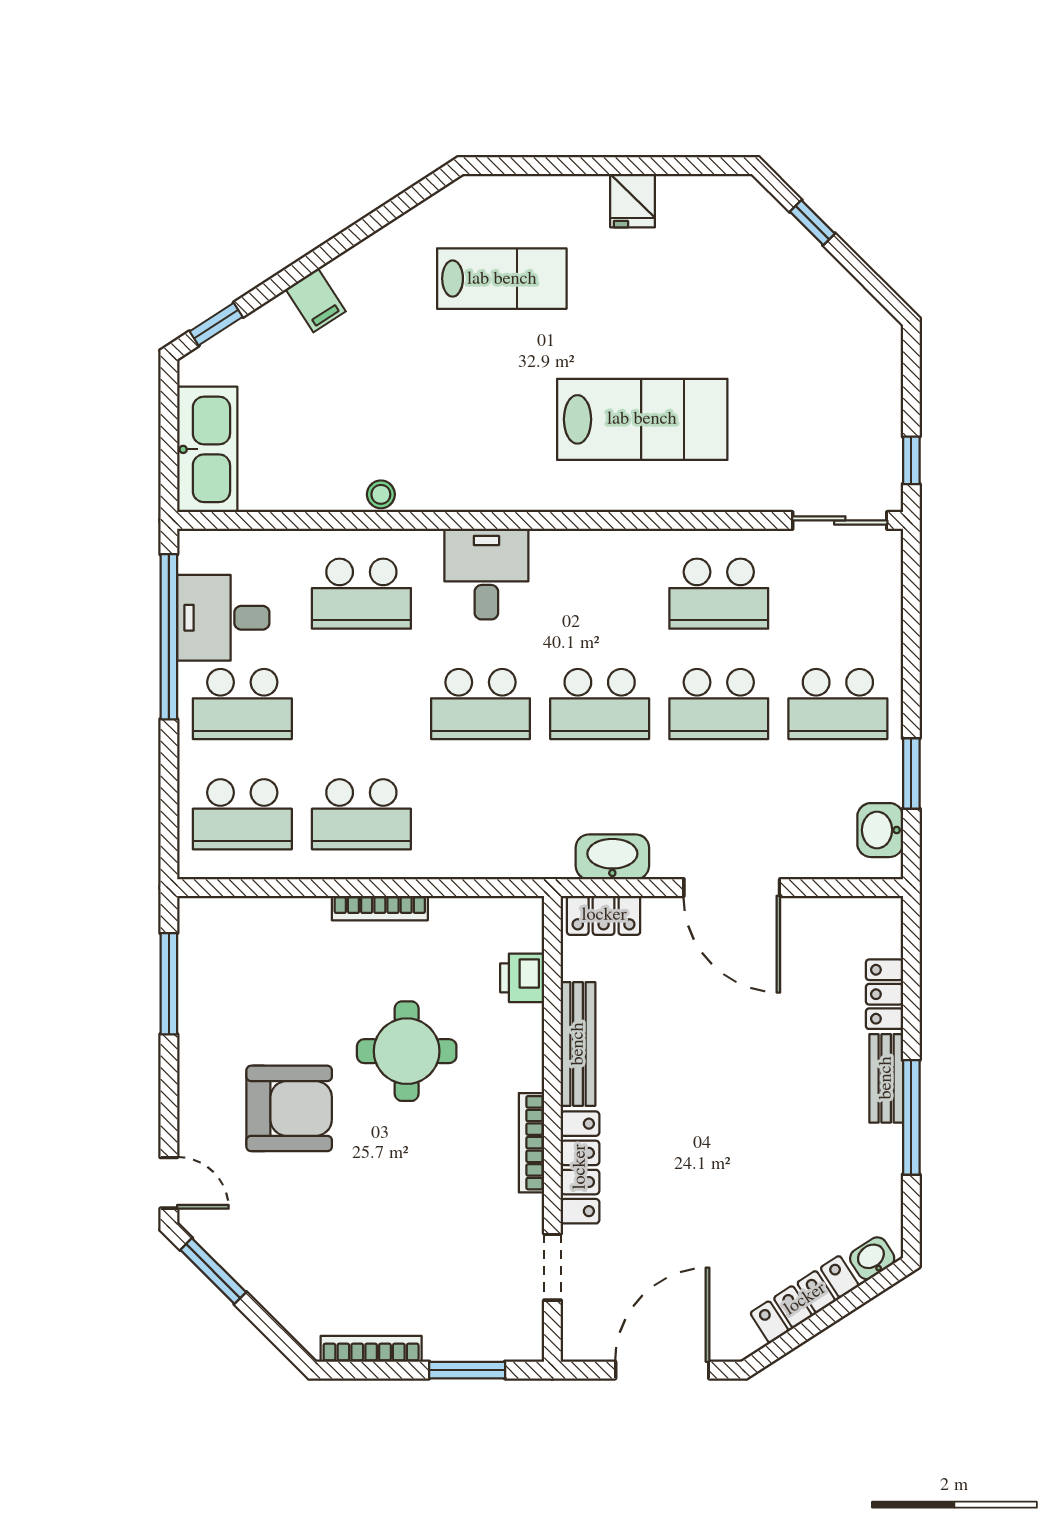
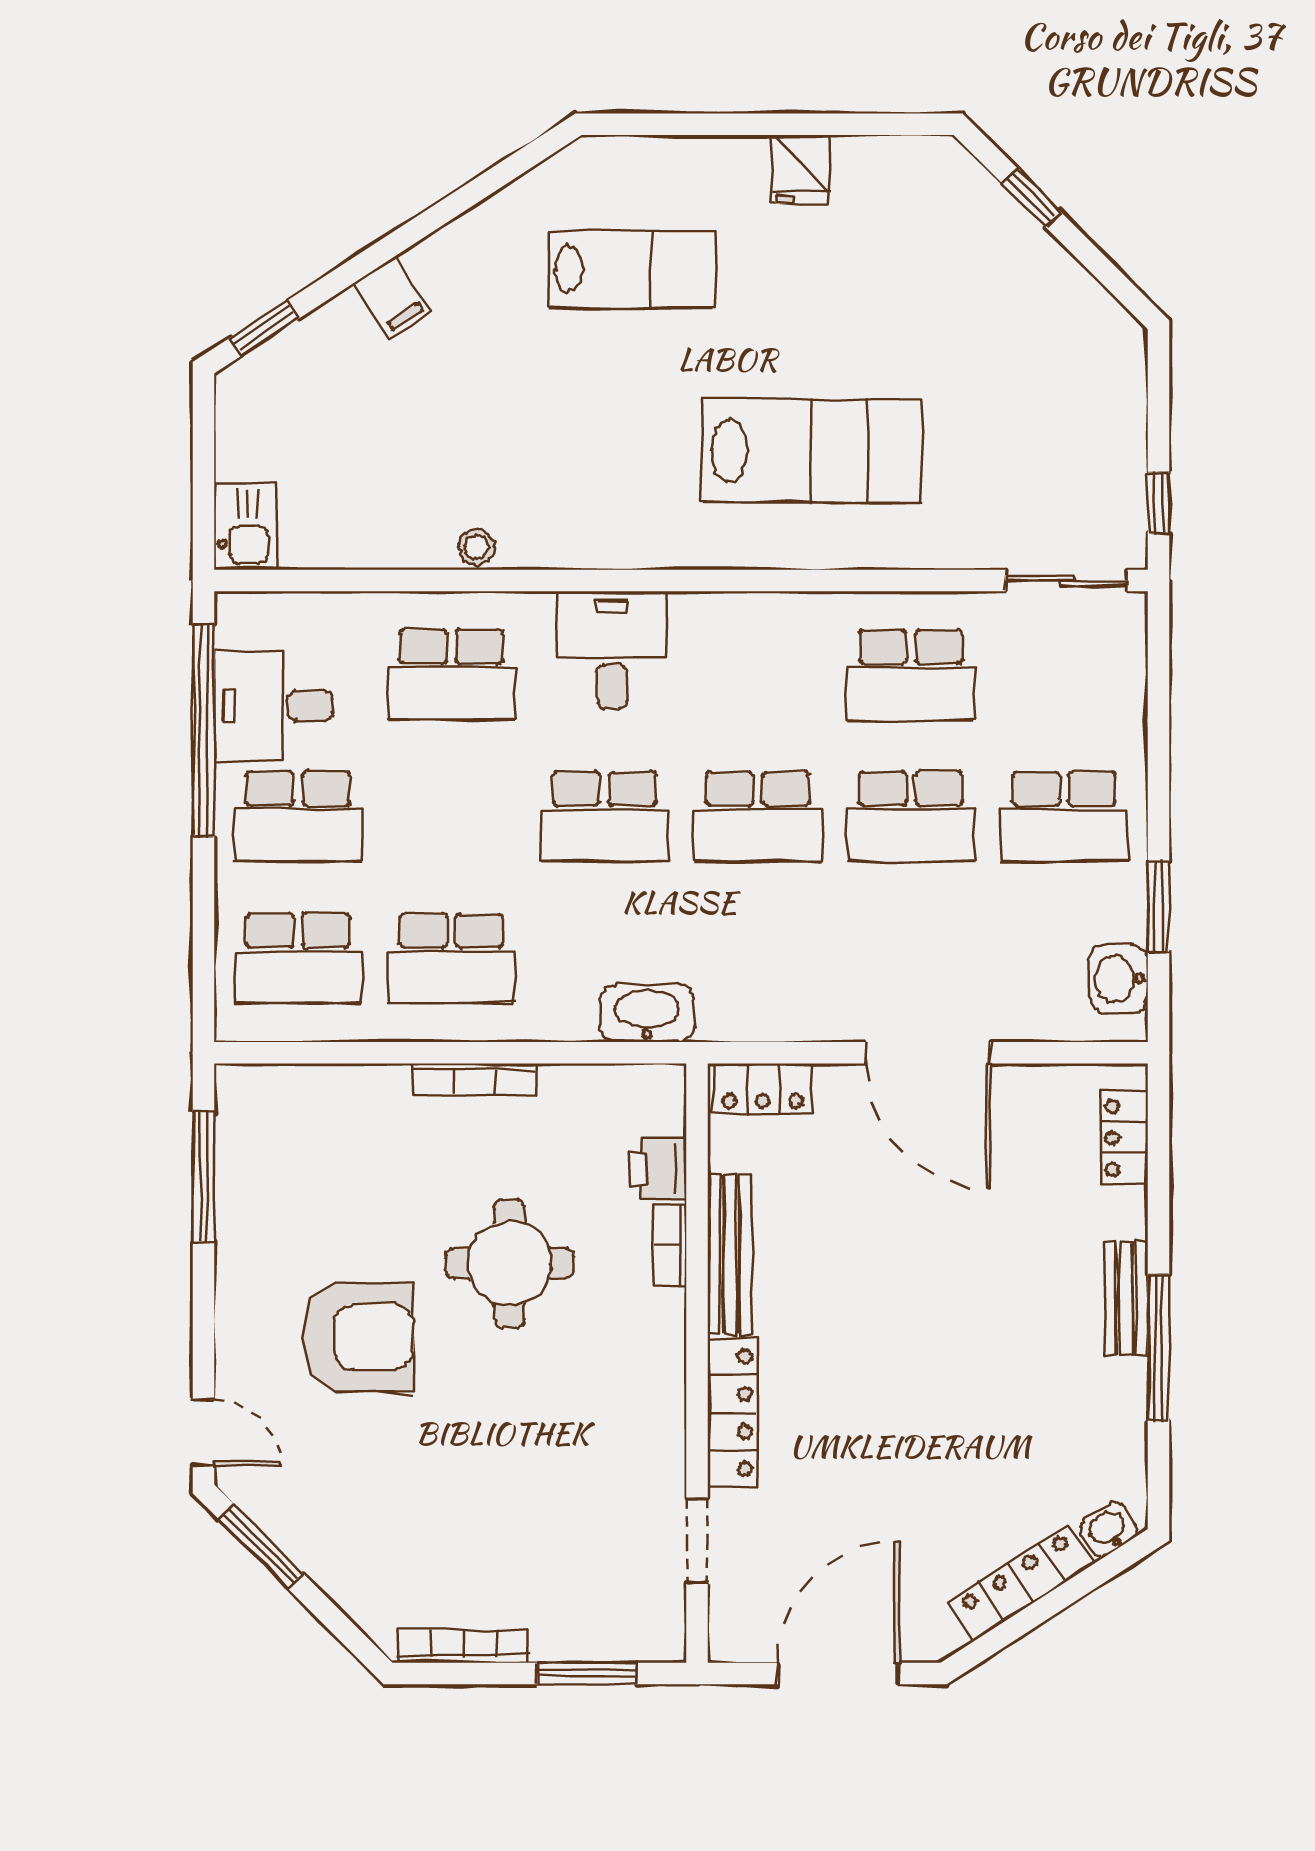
kitchen sink: (207, 449) -> (245, 527), width x0.53, depth x0.81
washbasin: (612, 857) -> (647, 1013), moved
locker: (884, 994) -> (1124, 1138), moved
bookcase: (531, 1143) -> (670, 1245), moved, width x0.64

